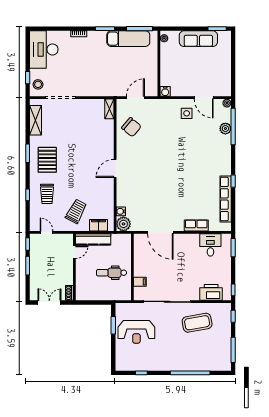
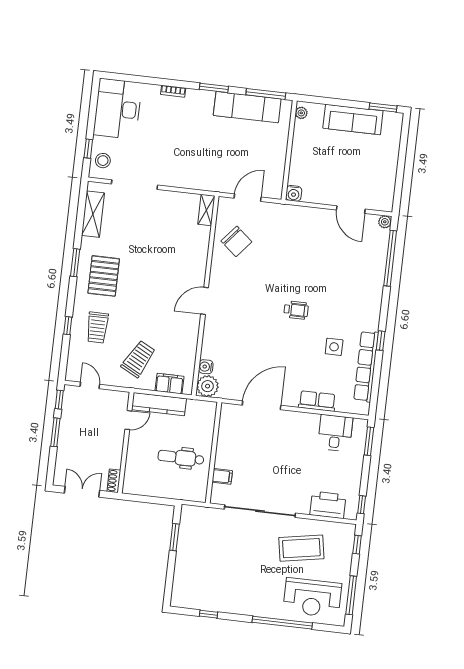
side table: (187, 113) -> (334, 347), moved
plant: (225, 129) -> (378, 260), removed
wheelchair: (176, 168) -> (296, 310), added
door: (160, 232) -> (262, 405), swing flipped
reception desk: (136, 332) -> (312, 598), moved

